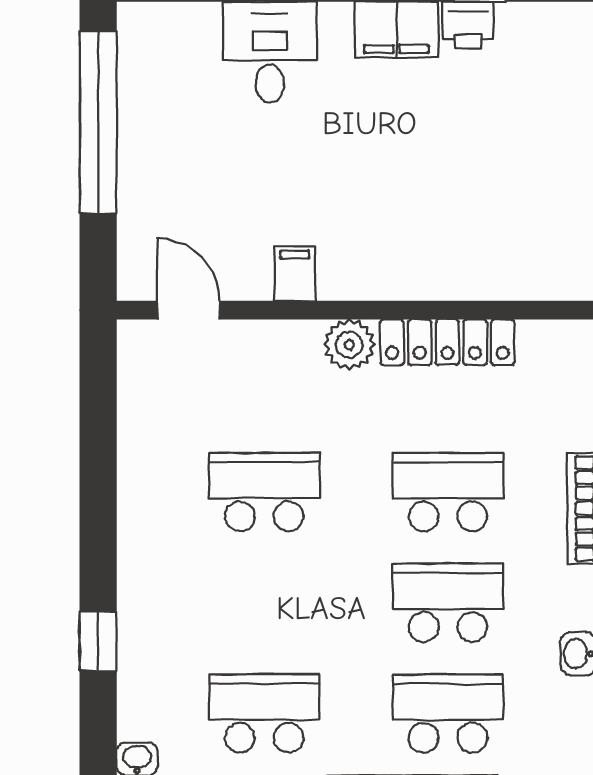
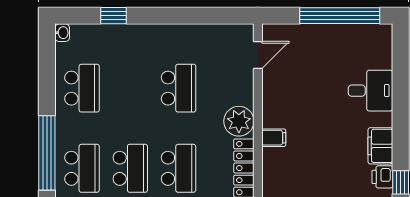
filing cabinet: (295, 274) -> (274, 138), moved
plant: (349, 345) -> (239, 121), width x1.36, depth x1.36

